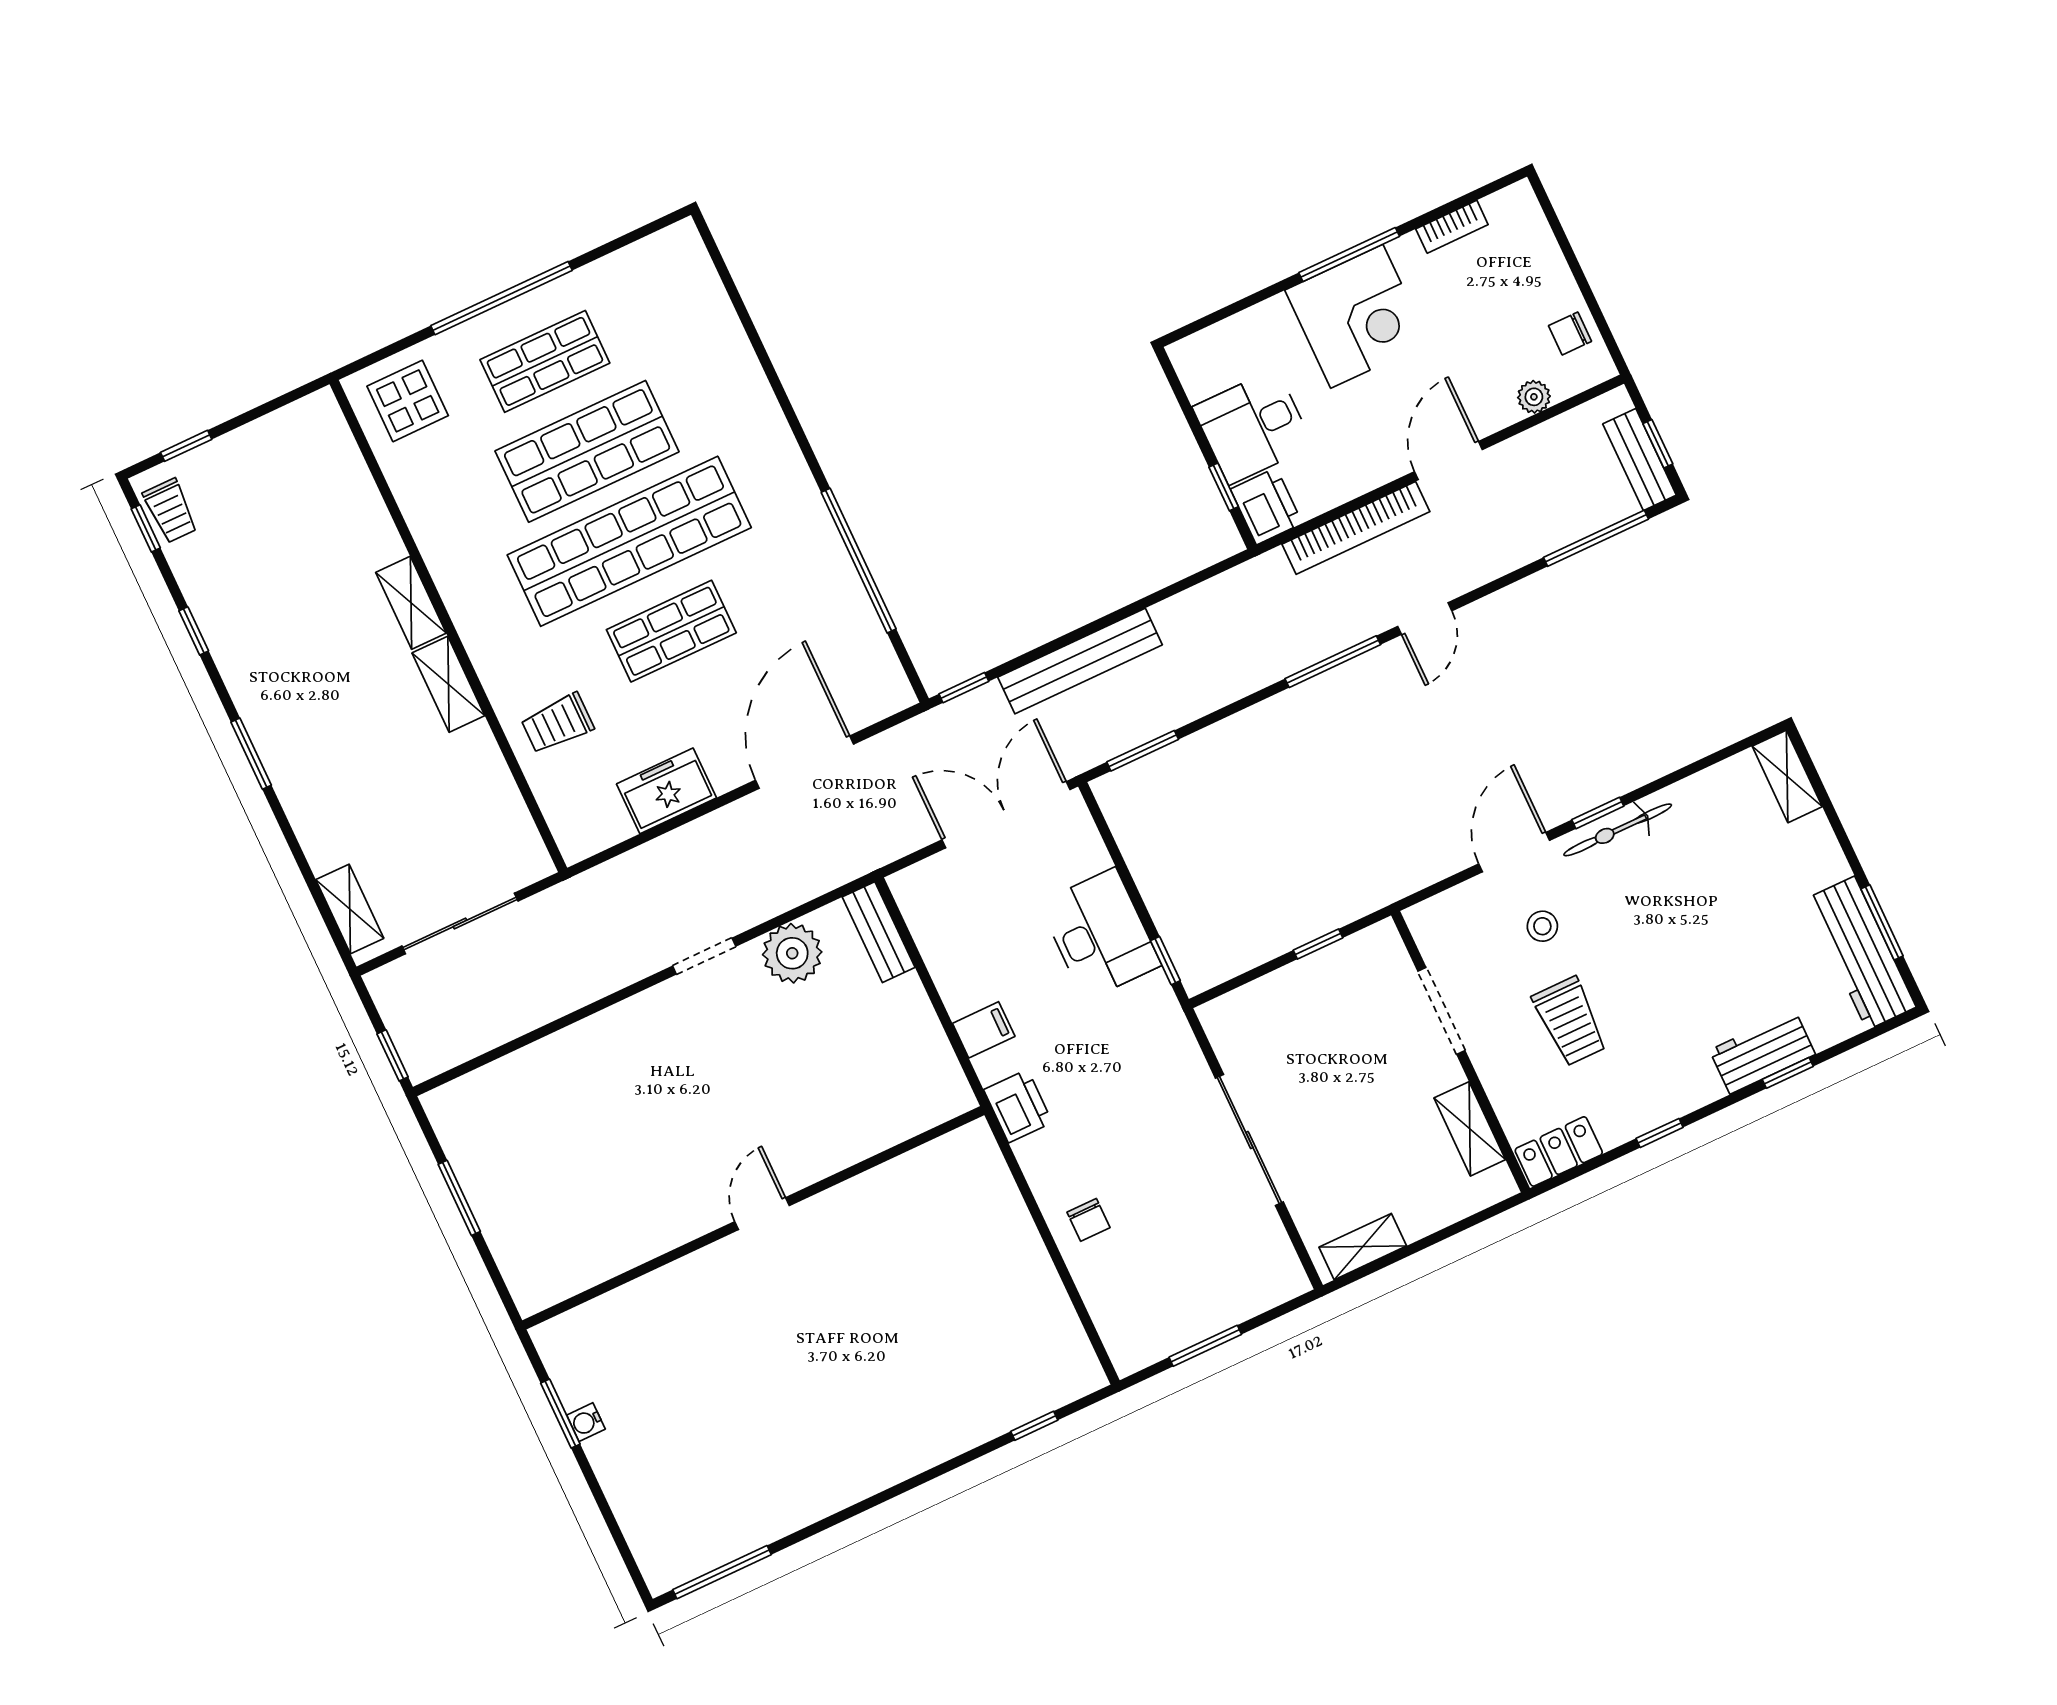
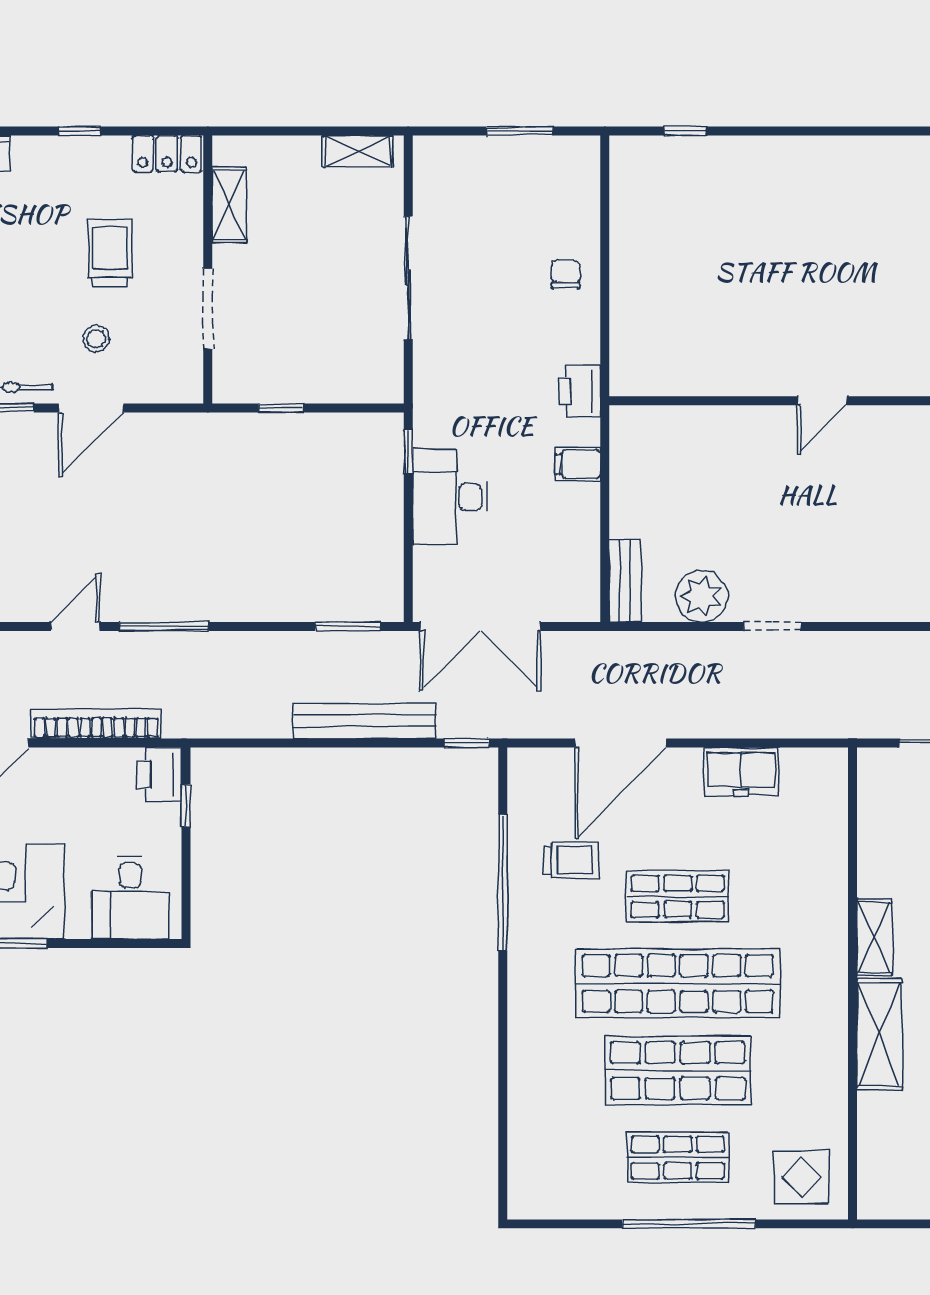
desk: (1253, 426) -> (130, 898), moved, turned 90
shelving: (411, 603) -> (879, 1034), width x1.50, depth x1.33
trolley: (557, 723) -> (571, 860), moved

